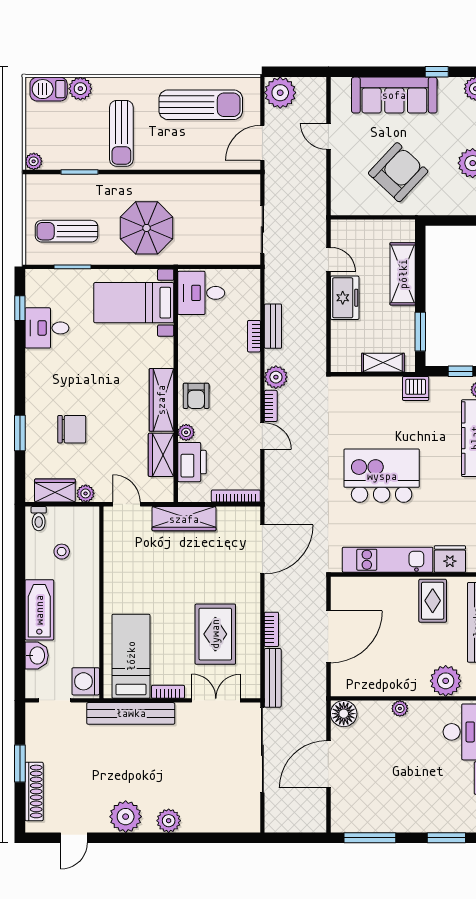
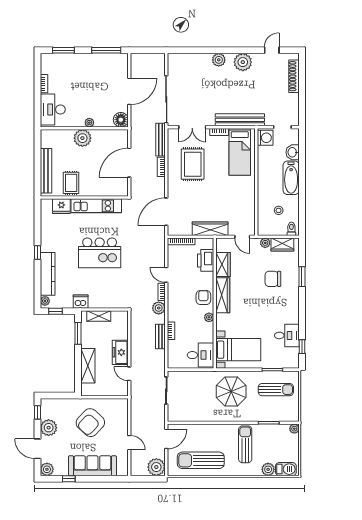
plant: (186, 432) -> (209, 317), moved
plant: (446, 681) -> (82, 138), moved
window: (20, 763) -> (302, 92), removed

